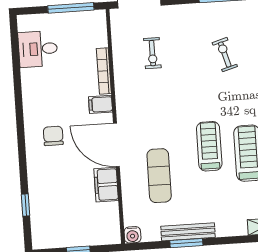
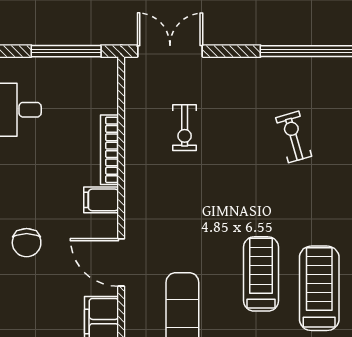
chair: (53, 136) -> (27, 243), turned 180
door: (116, 145) -> (121, 262), width x0.73

